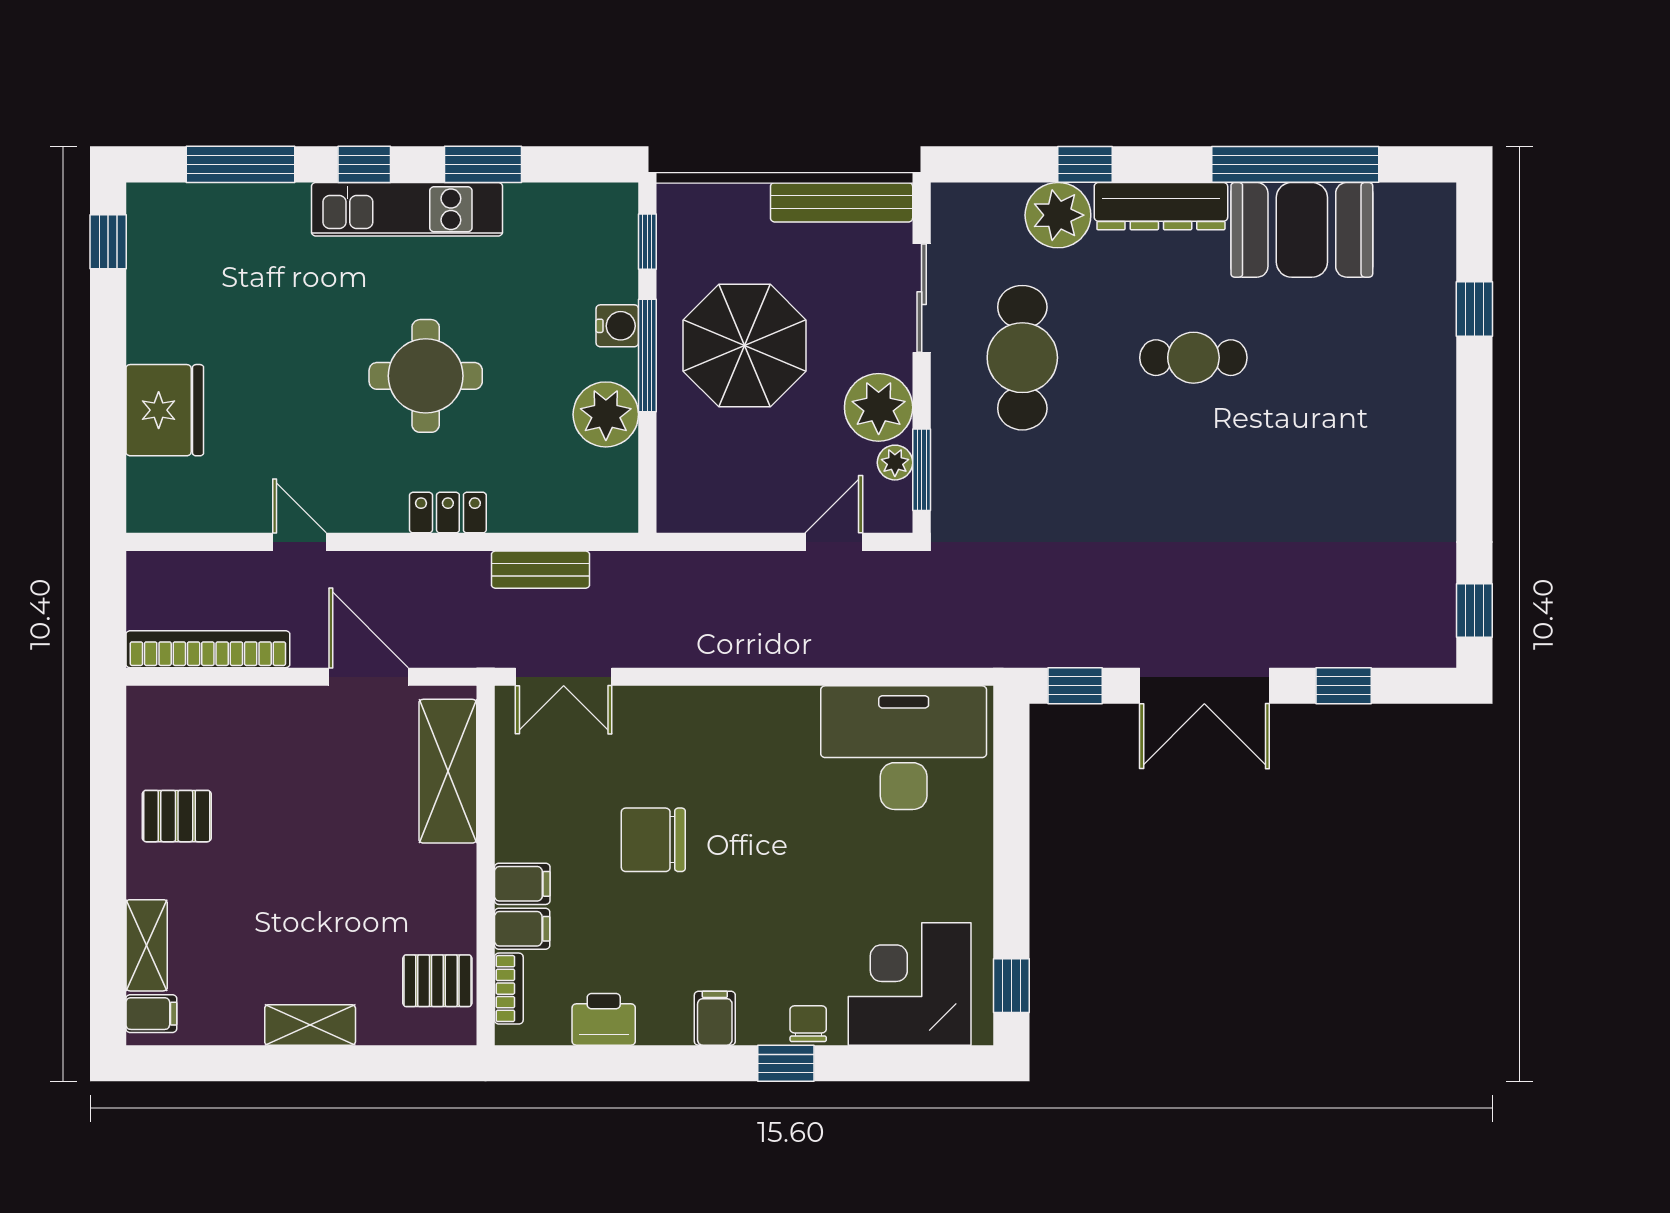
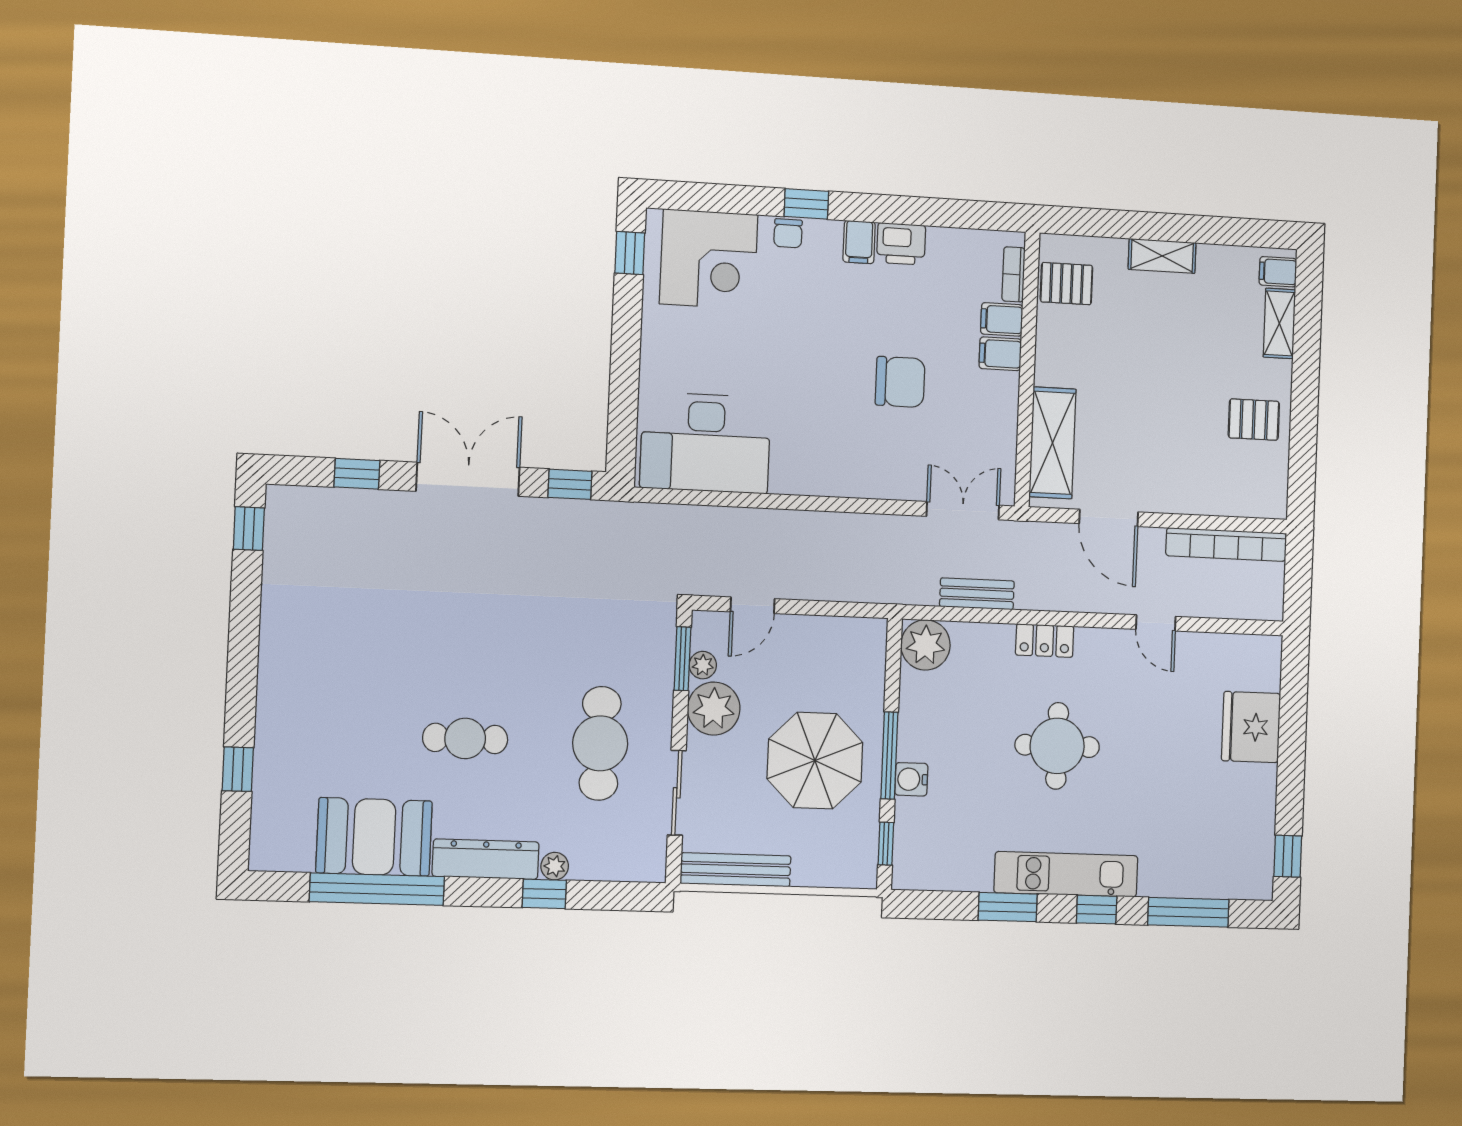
plant: (1058, 215) -> (555, 866), width x0.53, depth x0.53
plant: (606, 414) -> (925, 645), moved
printer: (604, 1019) -> (901, 244), moved

